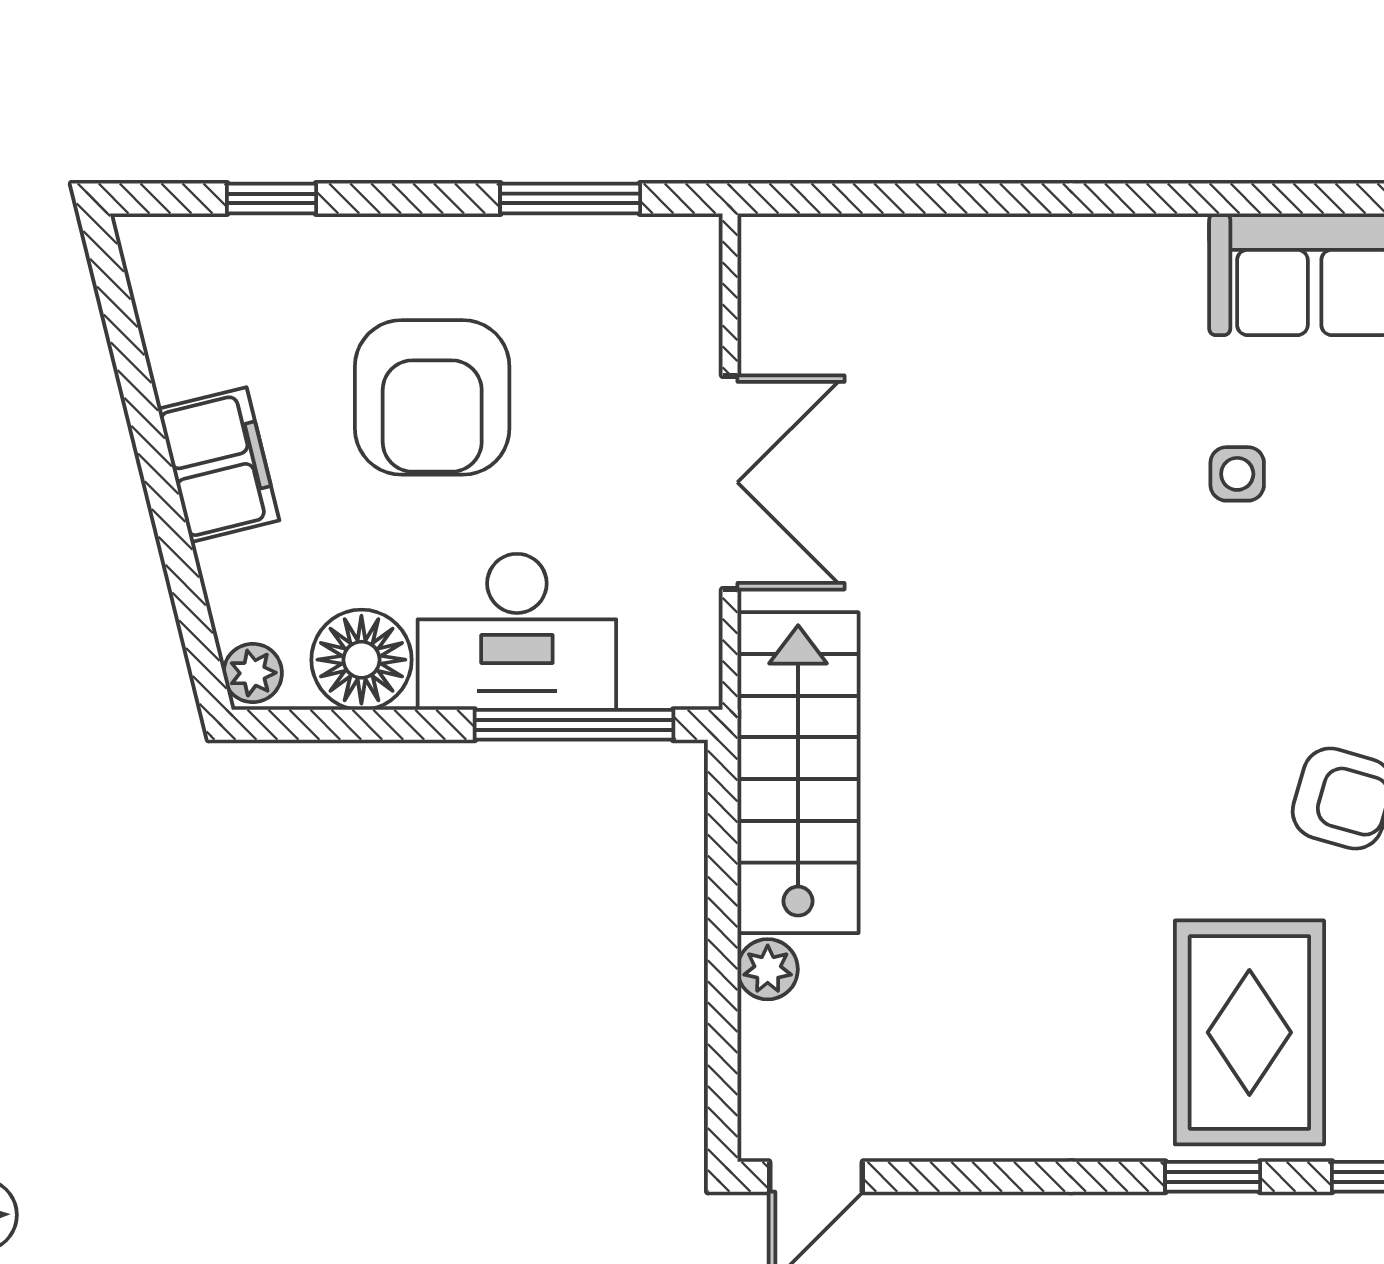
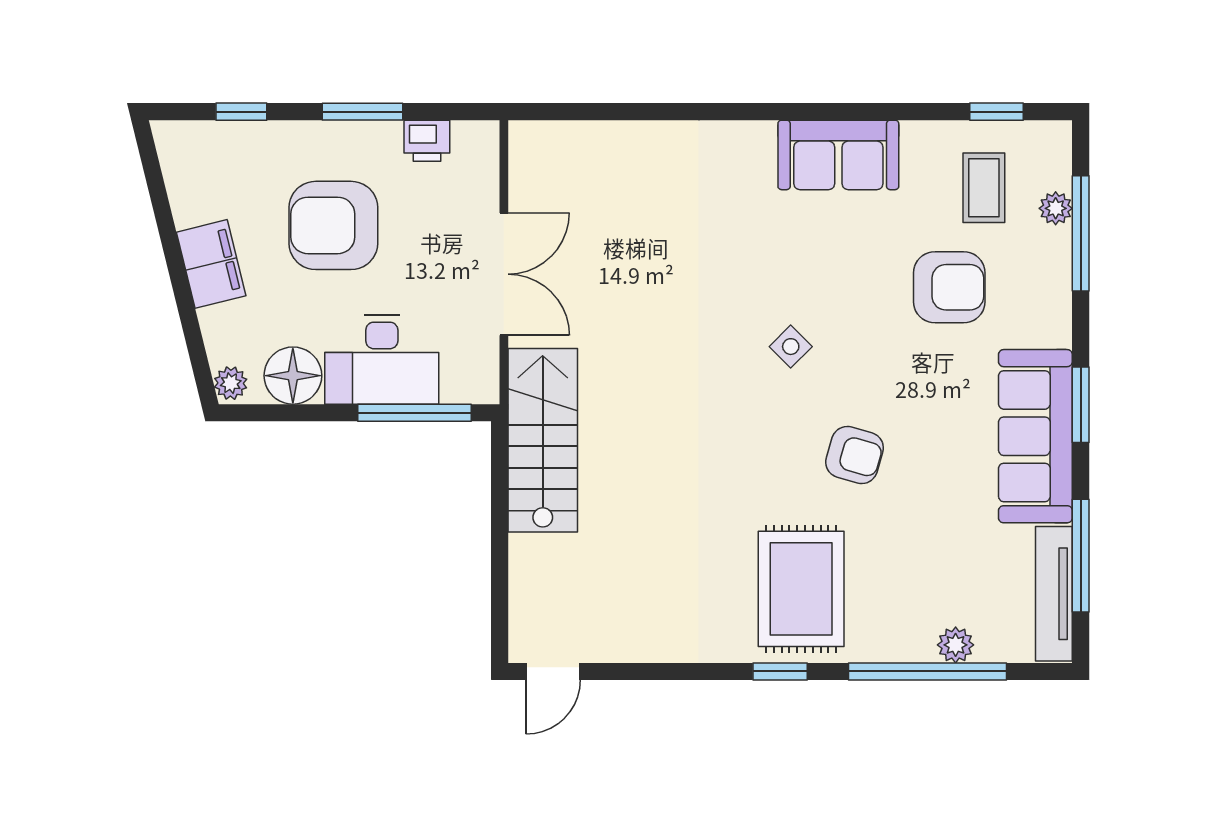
window: (570, 198) -> (362, 112), moved
printer: (596, 249) -> (427, 141), added
armchair: (432, 397) -> (333, 225), turned 90
side table: (1237, 474) -> (791, 347), moved, turned 45
plant: (768, 969) -> (525, 553), removed

